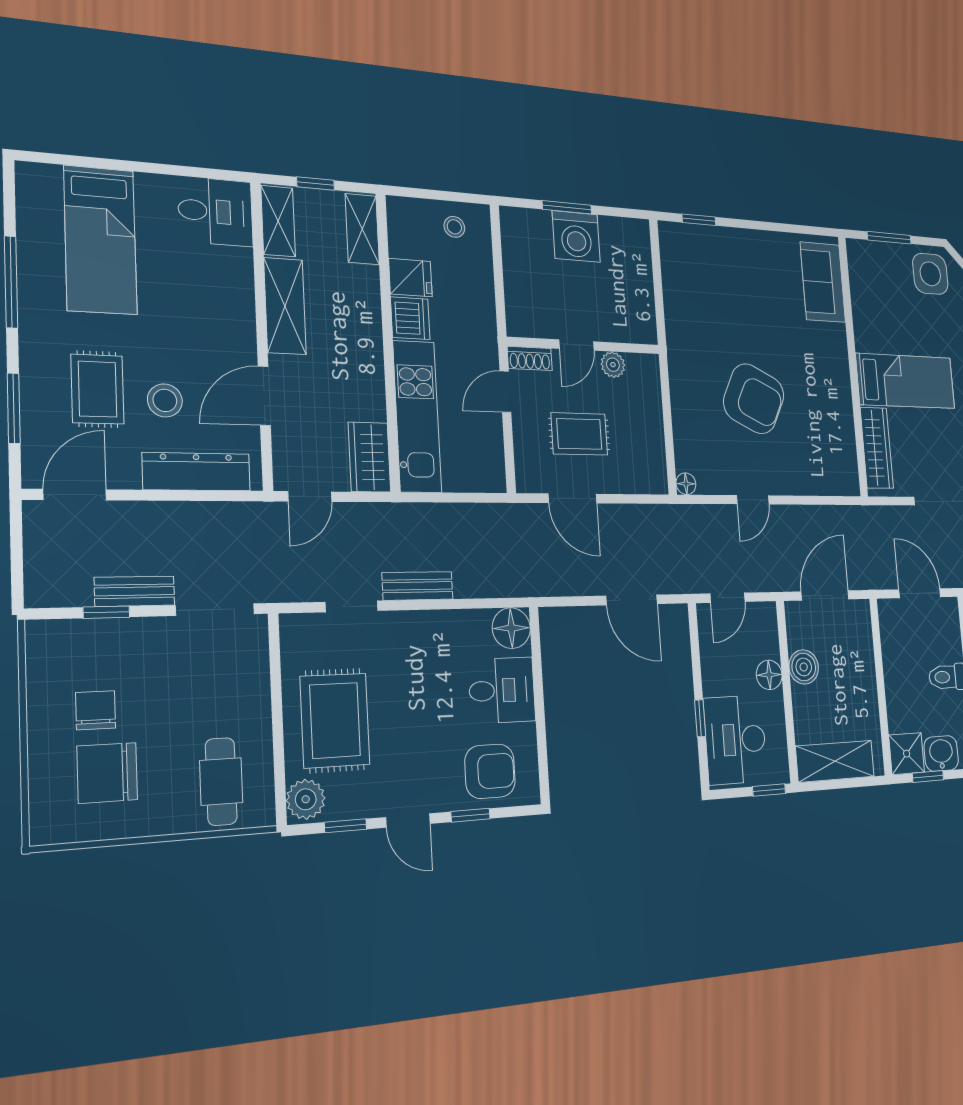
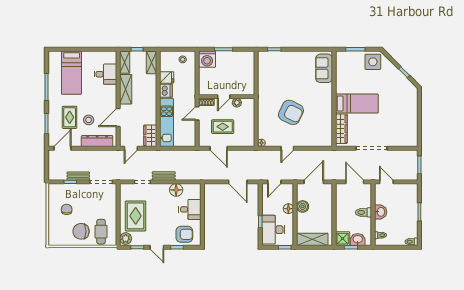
desk: (215, 212) -> (105, 74), moved
washing machine: (576, 236) -> (207, 59), moved
floor lamp: (511, 628) -> (176, 190), moved
chair: (107, 773) -> (81, 231), moved

